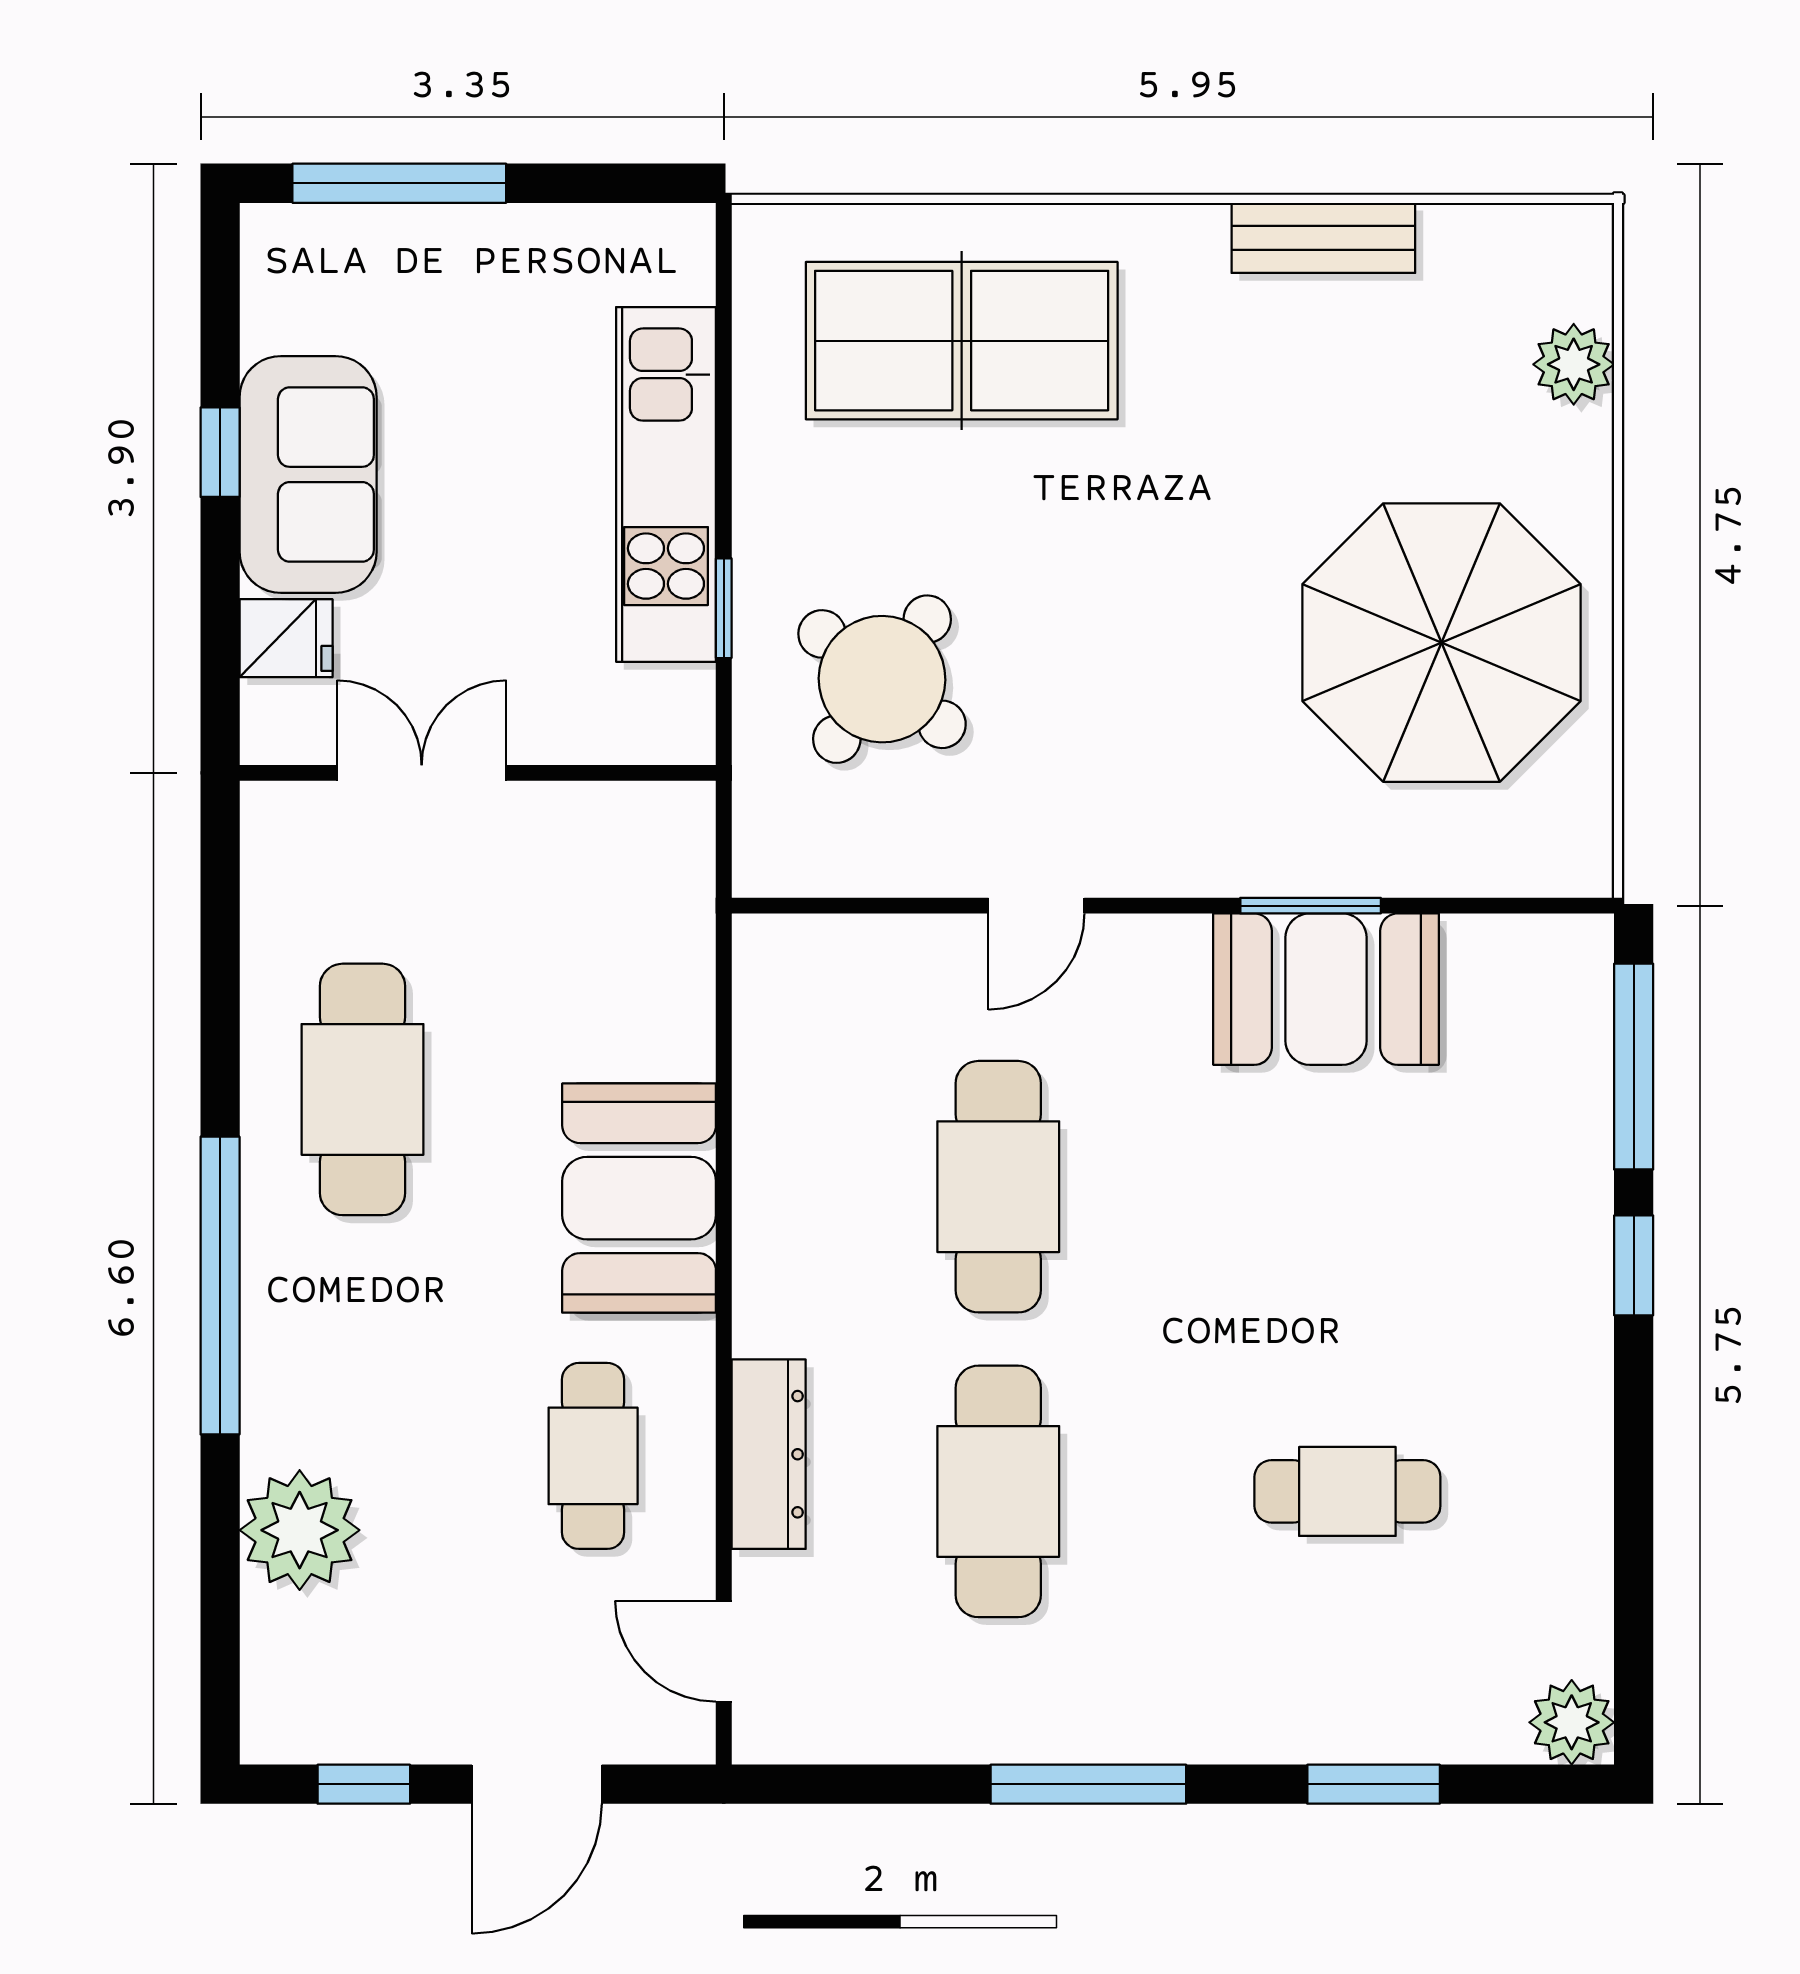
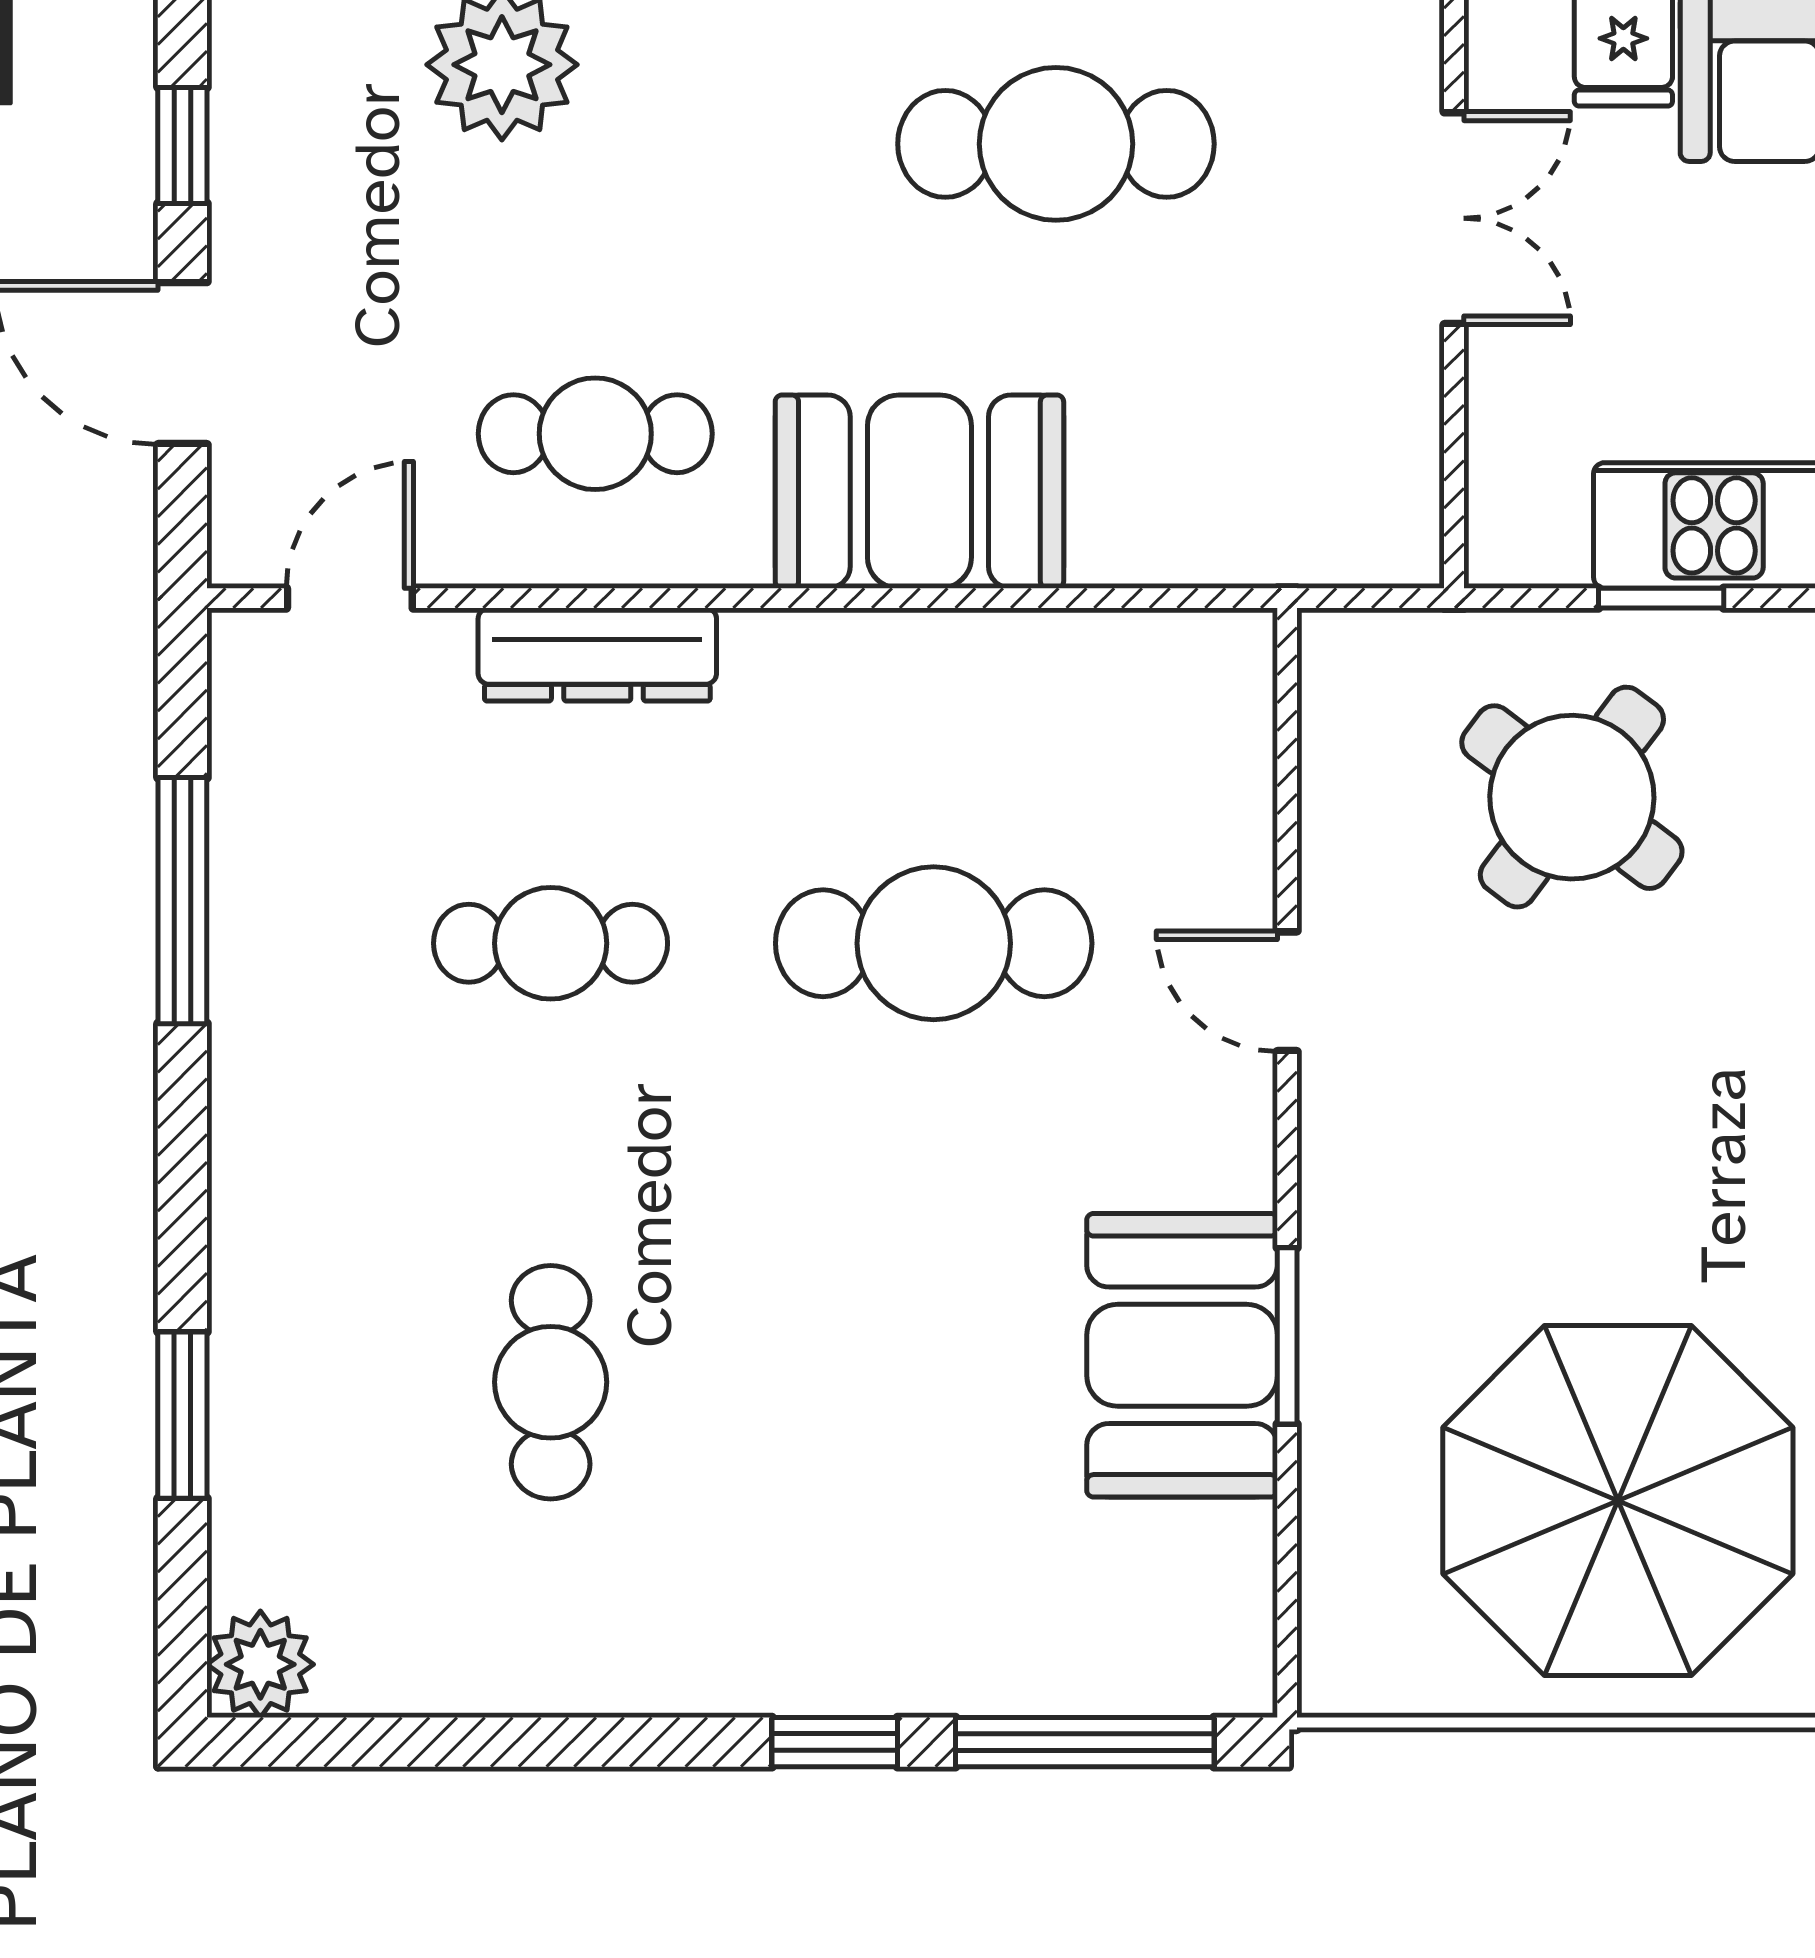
cafe table: (998, 1491) -> (551, 943), width x0.73, depth x0.74
window: (1088, 1784) -> (182, 901), moved

